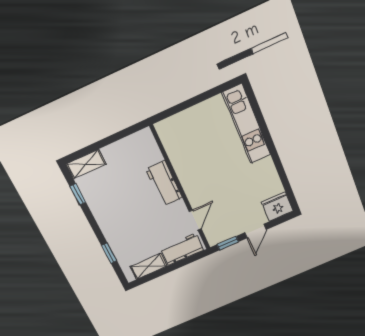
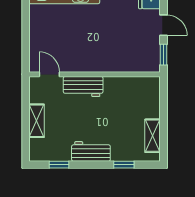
shelving: (86, 164) -> (37, 121), moved
door: (195, 220) -> (49, 74), moved
workbench: (182, 249) -> (91, 151), moved, turned 90

